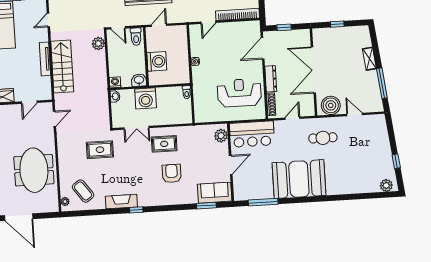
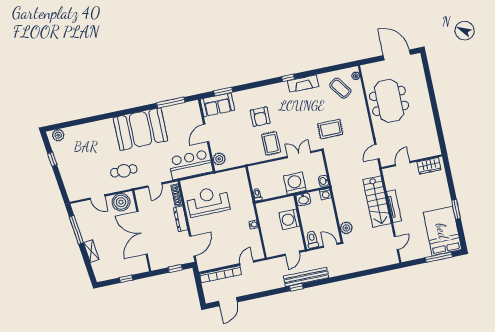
double door: (313, 70) -> (142, 233), swing flipped
reception desk: (239, 93) -> (208, 201), turned 180
rug: (164, 144) -> (271, 143), turned 90

